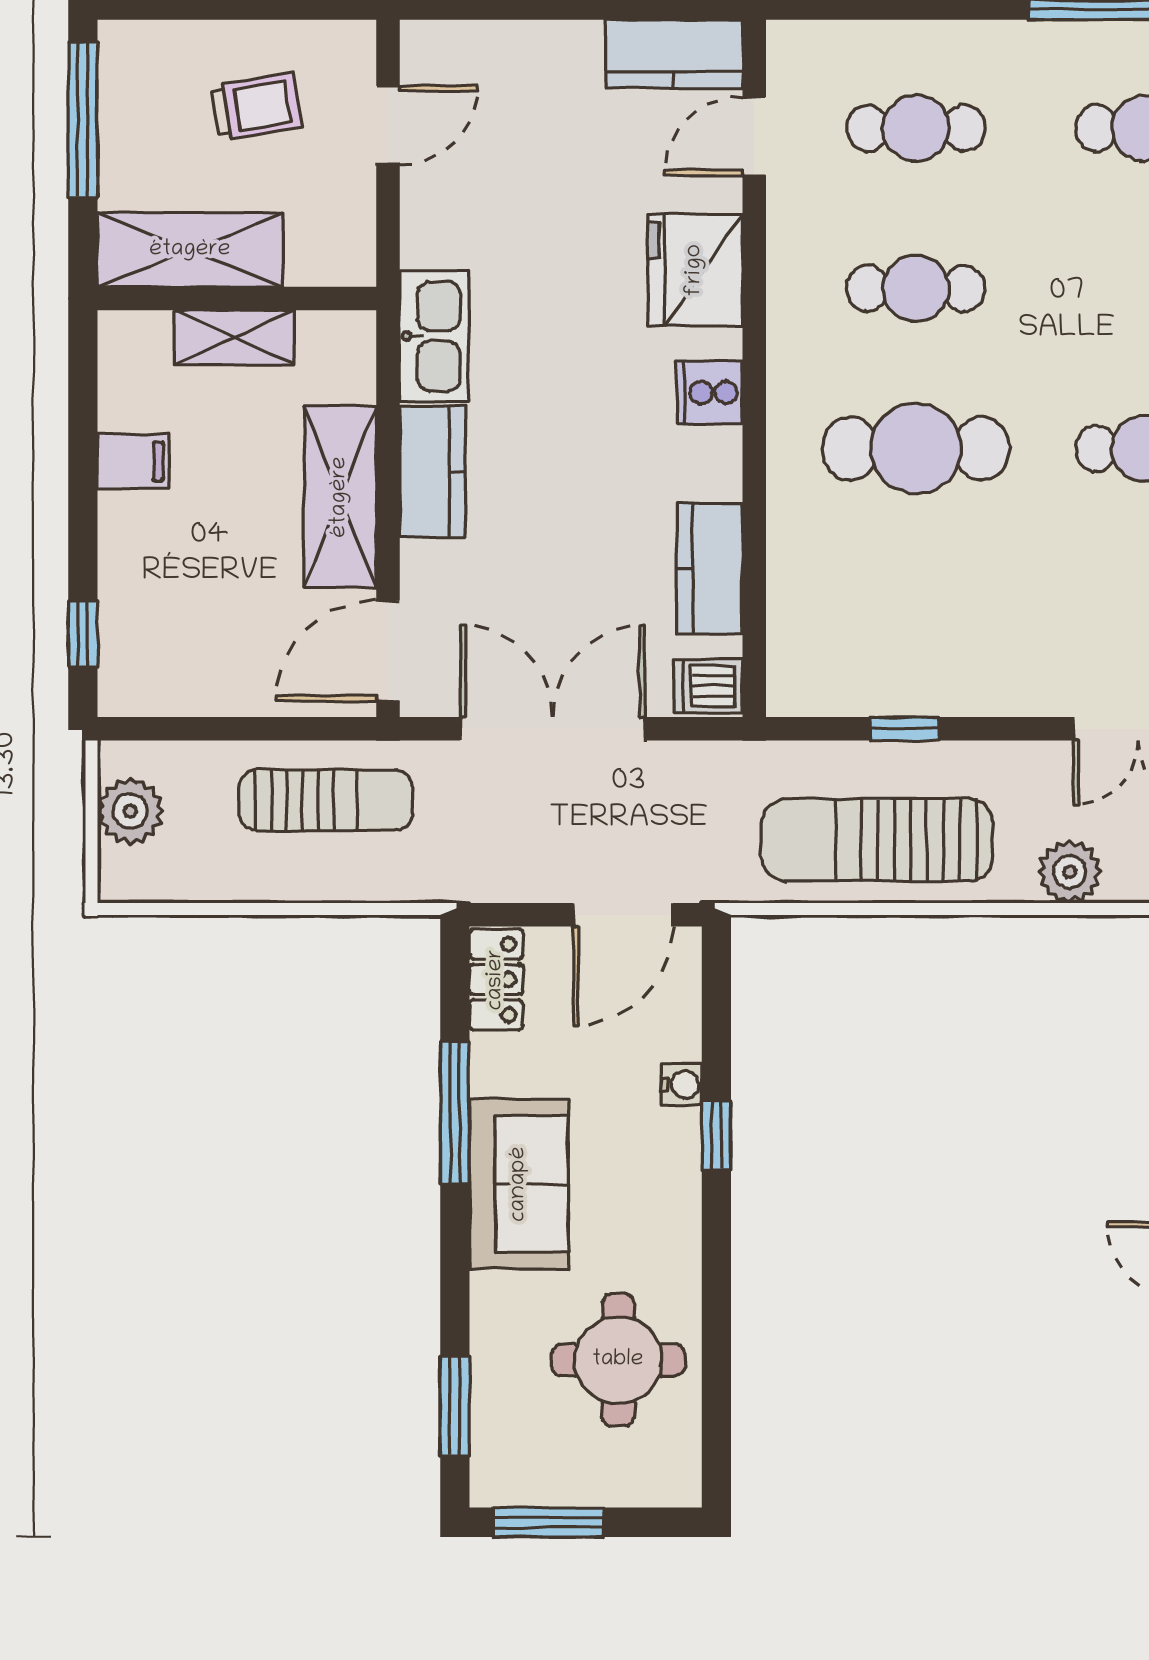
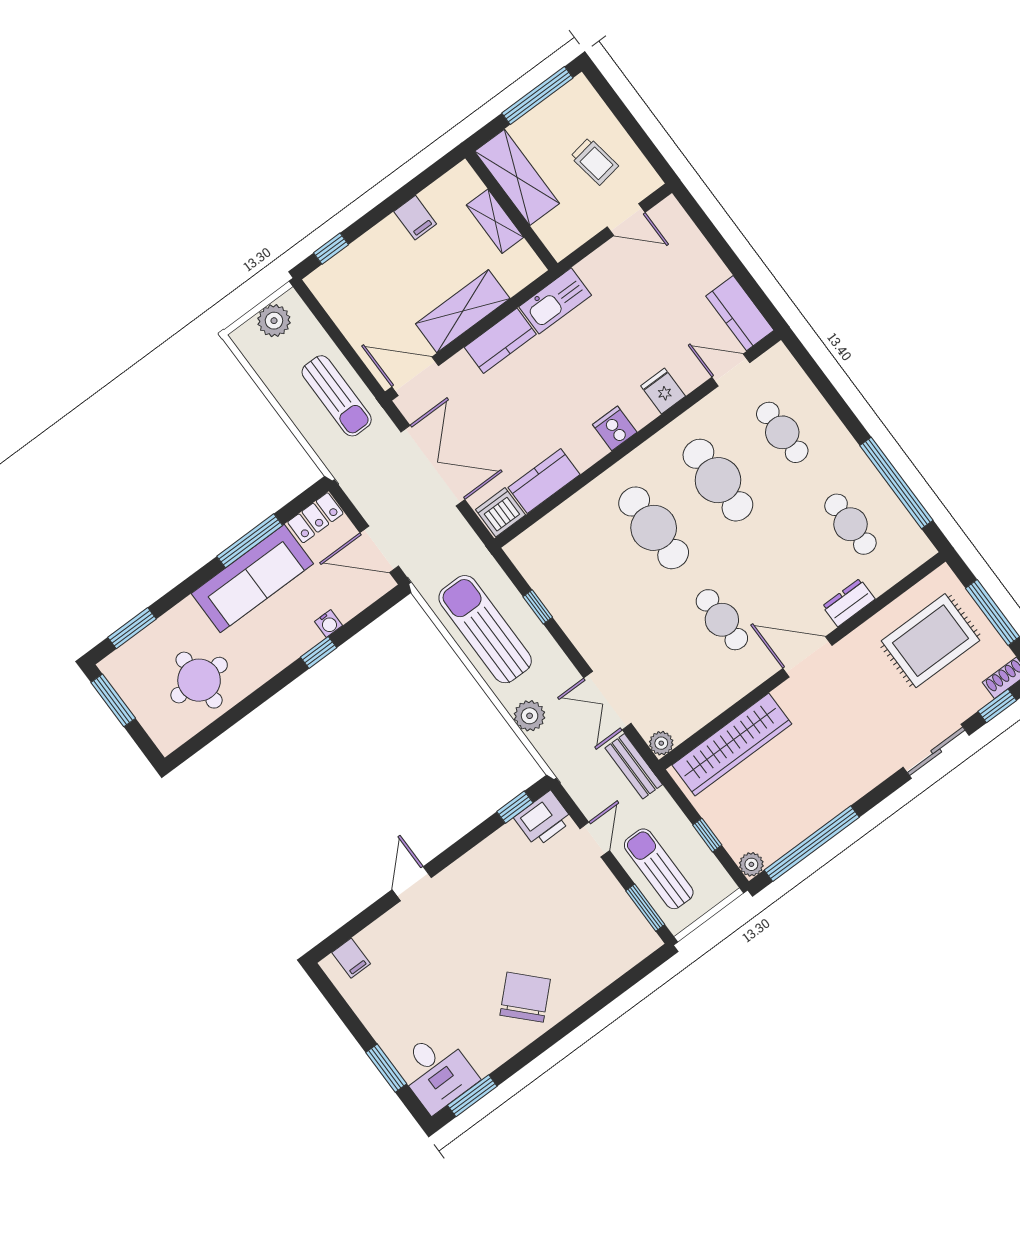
fridge: (695, 270) -> (663, 391), width x0.53, depth x0.75
cafe table: (916, 288) -> (718, 480), width x1.37, depth x1.35
dishwasher: (708, 686) -> (500, 512), width x1.38
sofa: (519, 1184) -> (252, 579), width x1.36

